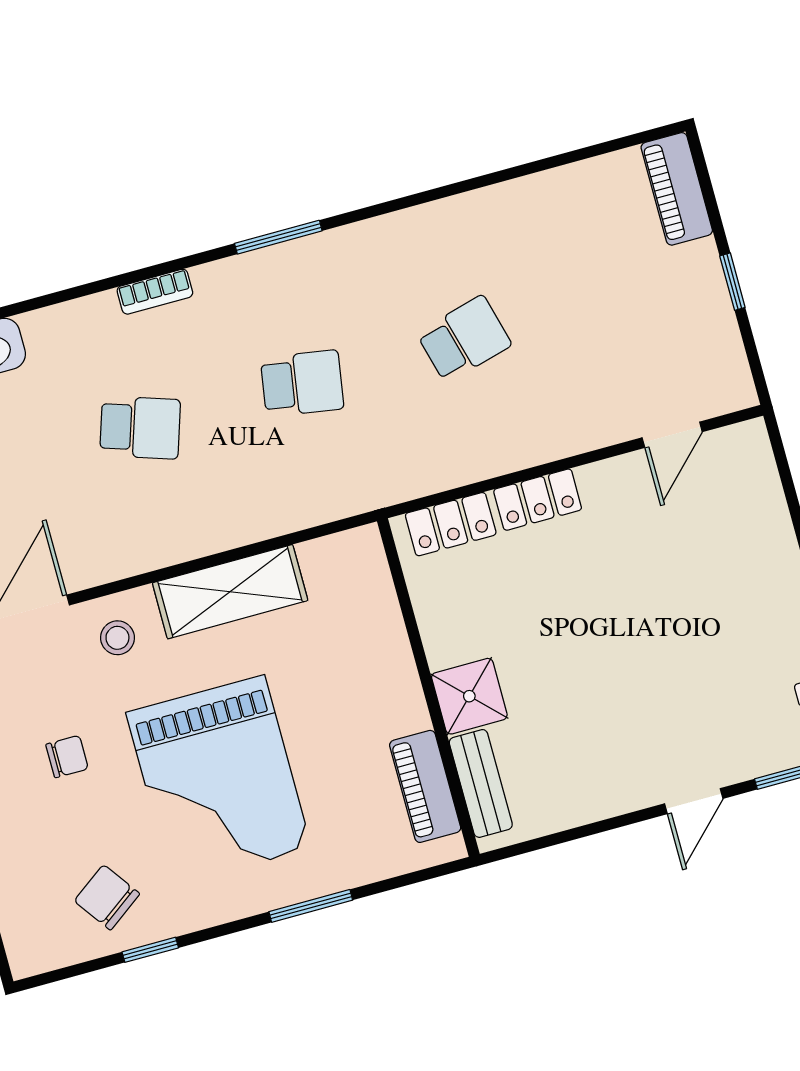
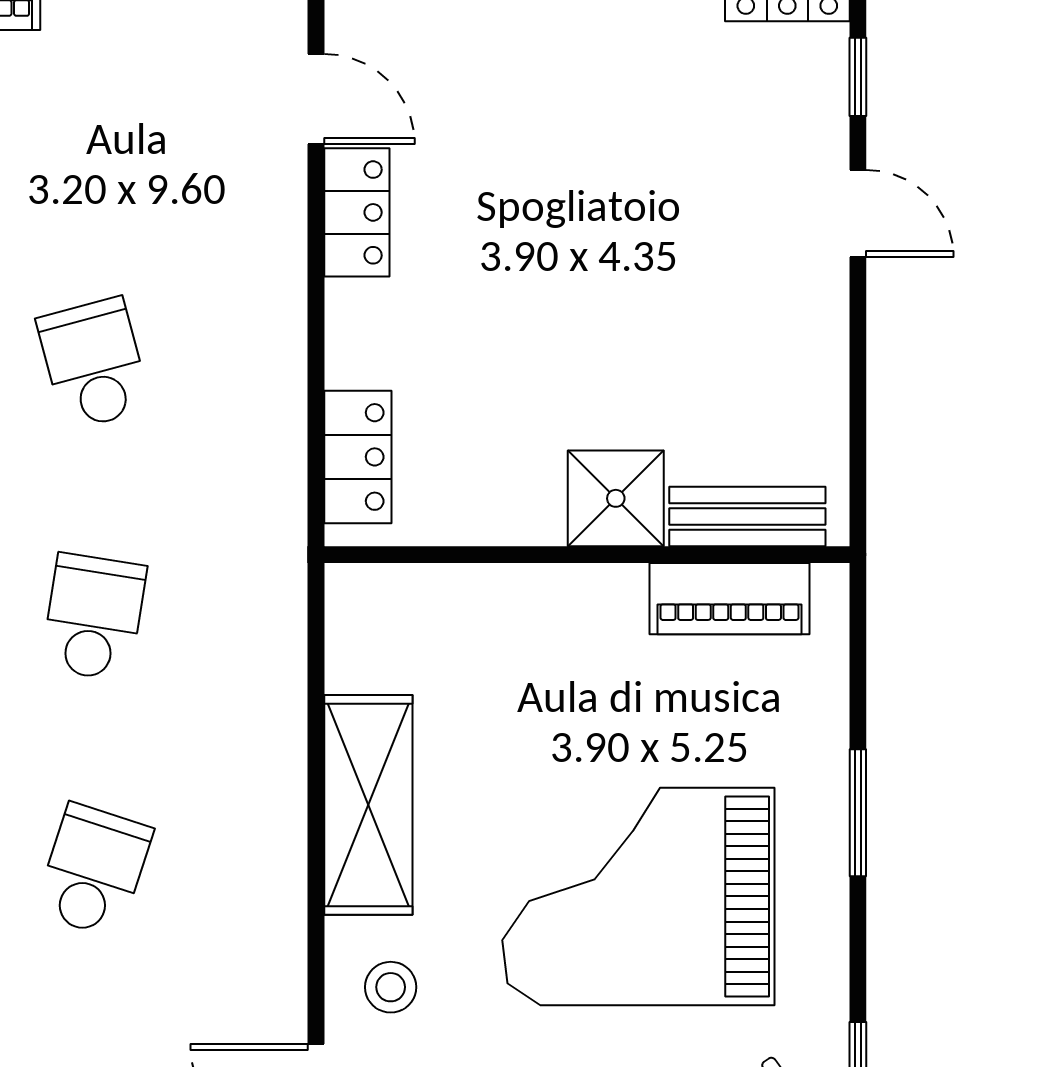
locker: (538, 500) -> (357, 212), moved
grand piano: (219, 780) -> (638, 896), turned 180

